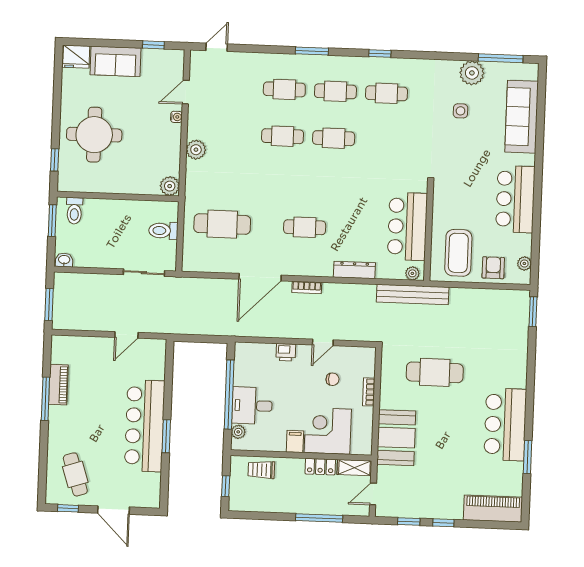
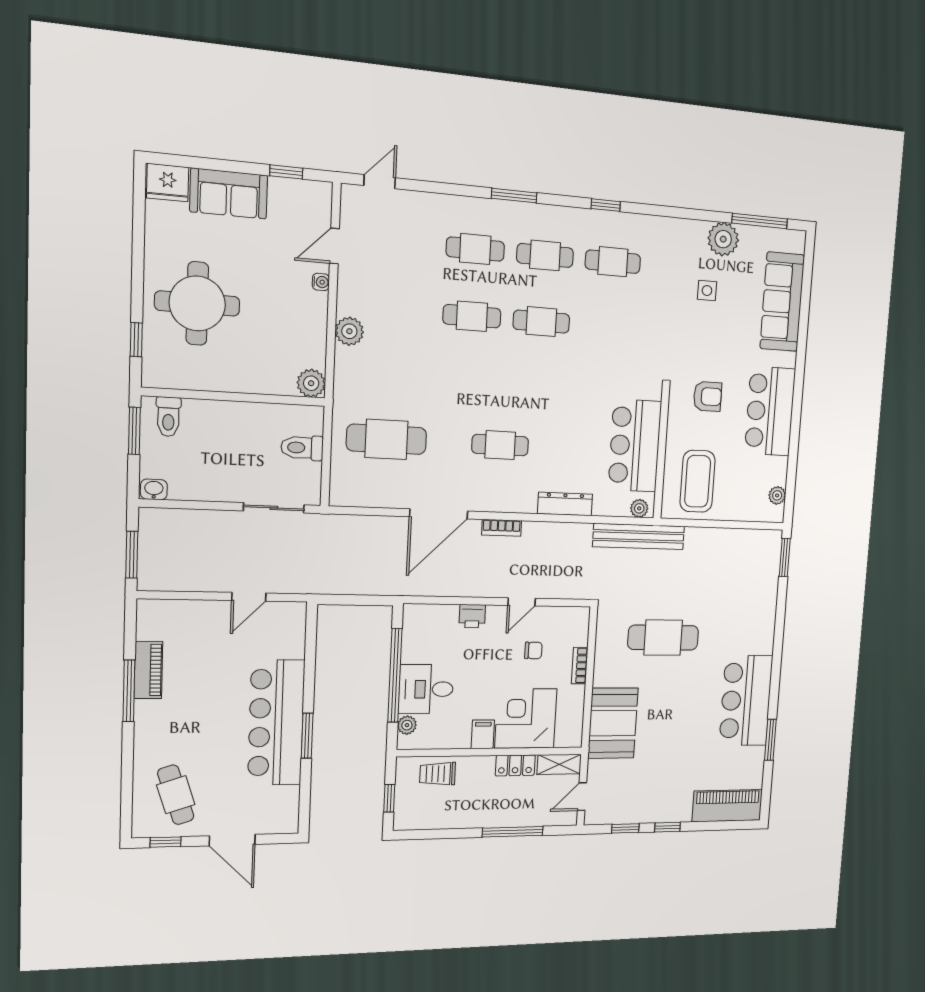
armchair: (493, 268) -> (708, 396), moved, turned 90

